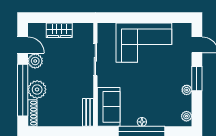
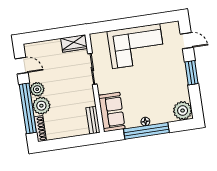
wardrobe: (59, 30) -> (74, 43), moved
plant: (35, 61) -> (37, 89), moved
plant: (187, 90) -> (183, 85), removed
plant: (186, 116) -> (183, 111), width x1.87, depth x1.87

